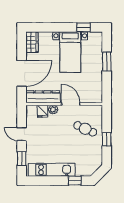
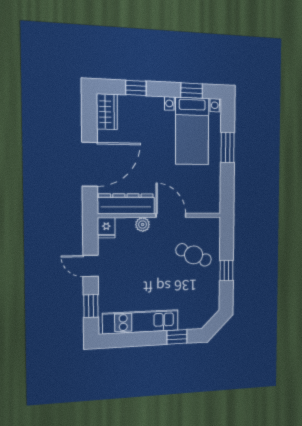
window: (49, 27) -> (136, 88), added
bed with nightstands: (70, 52) -> (192, 131), moved
fridge: (43, 111) -> (106, 228), moved

